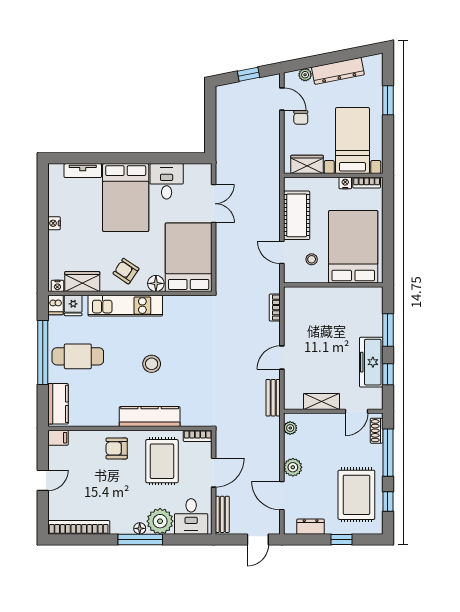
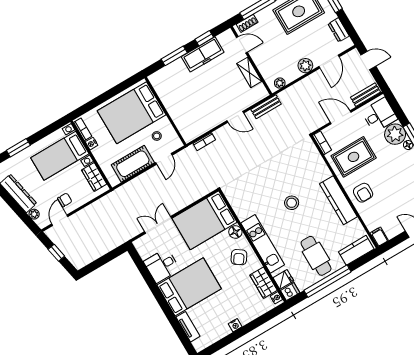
kitchen counter: (150, 417) -> (338, 200), moved

